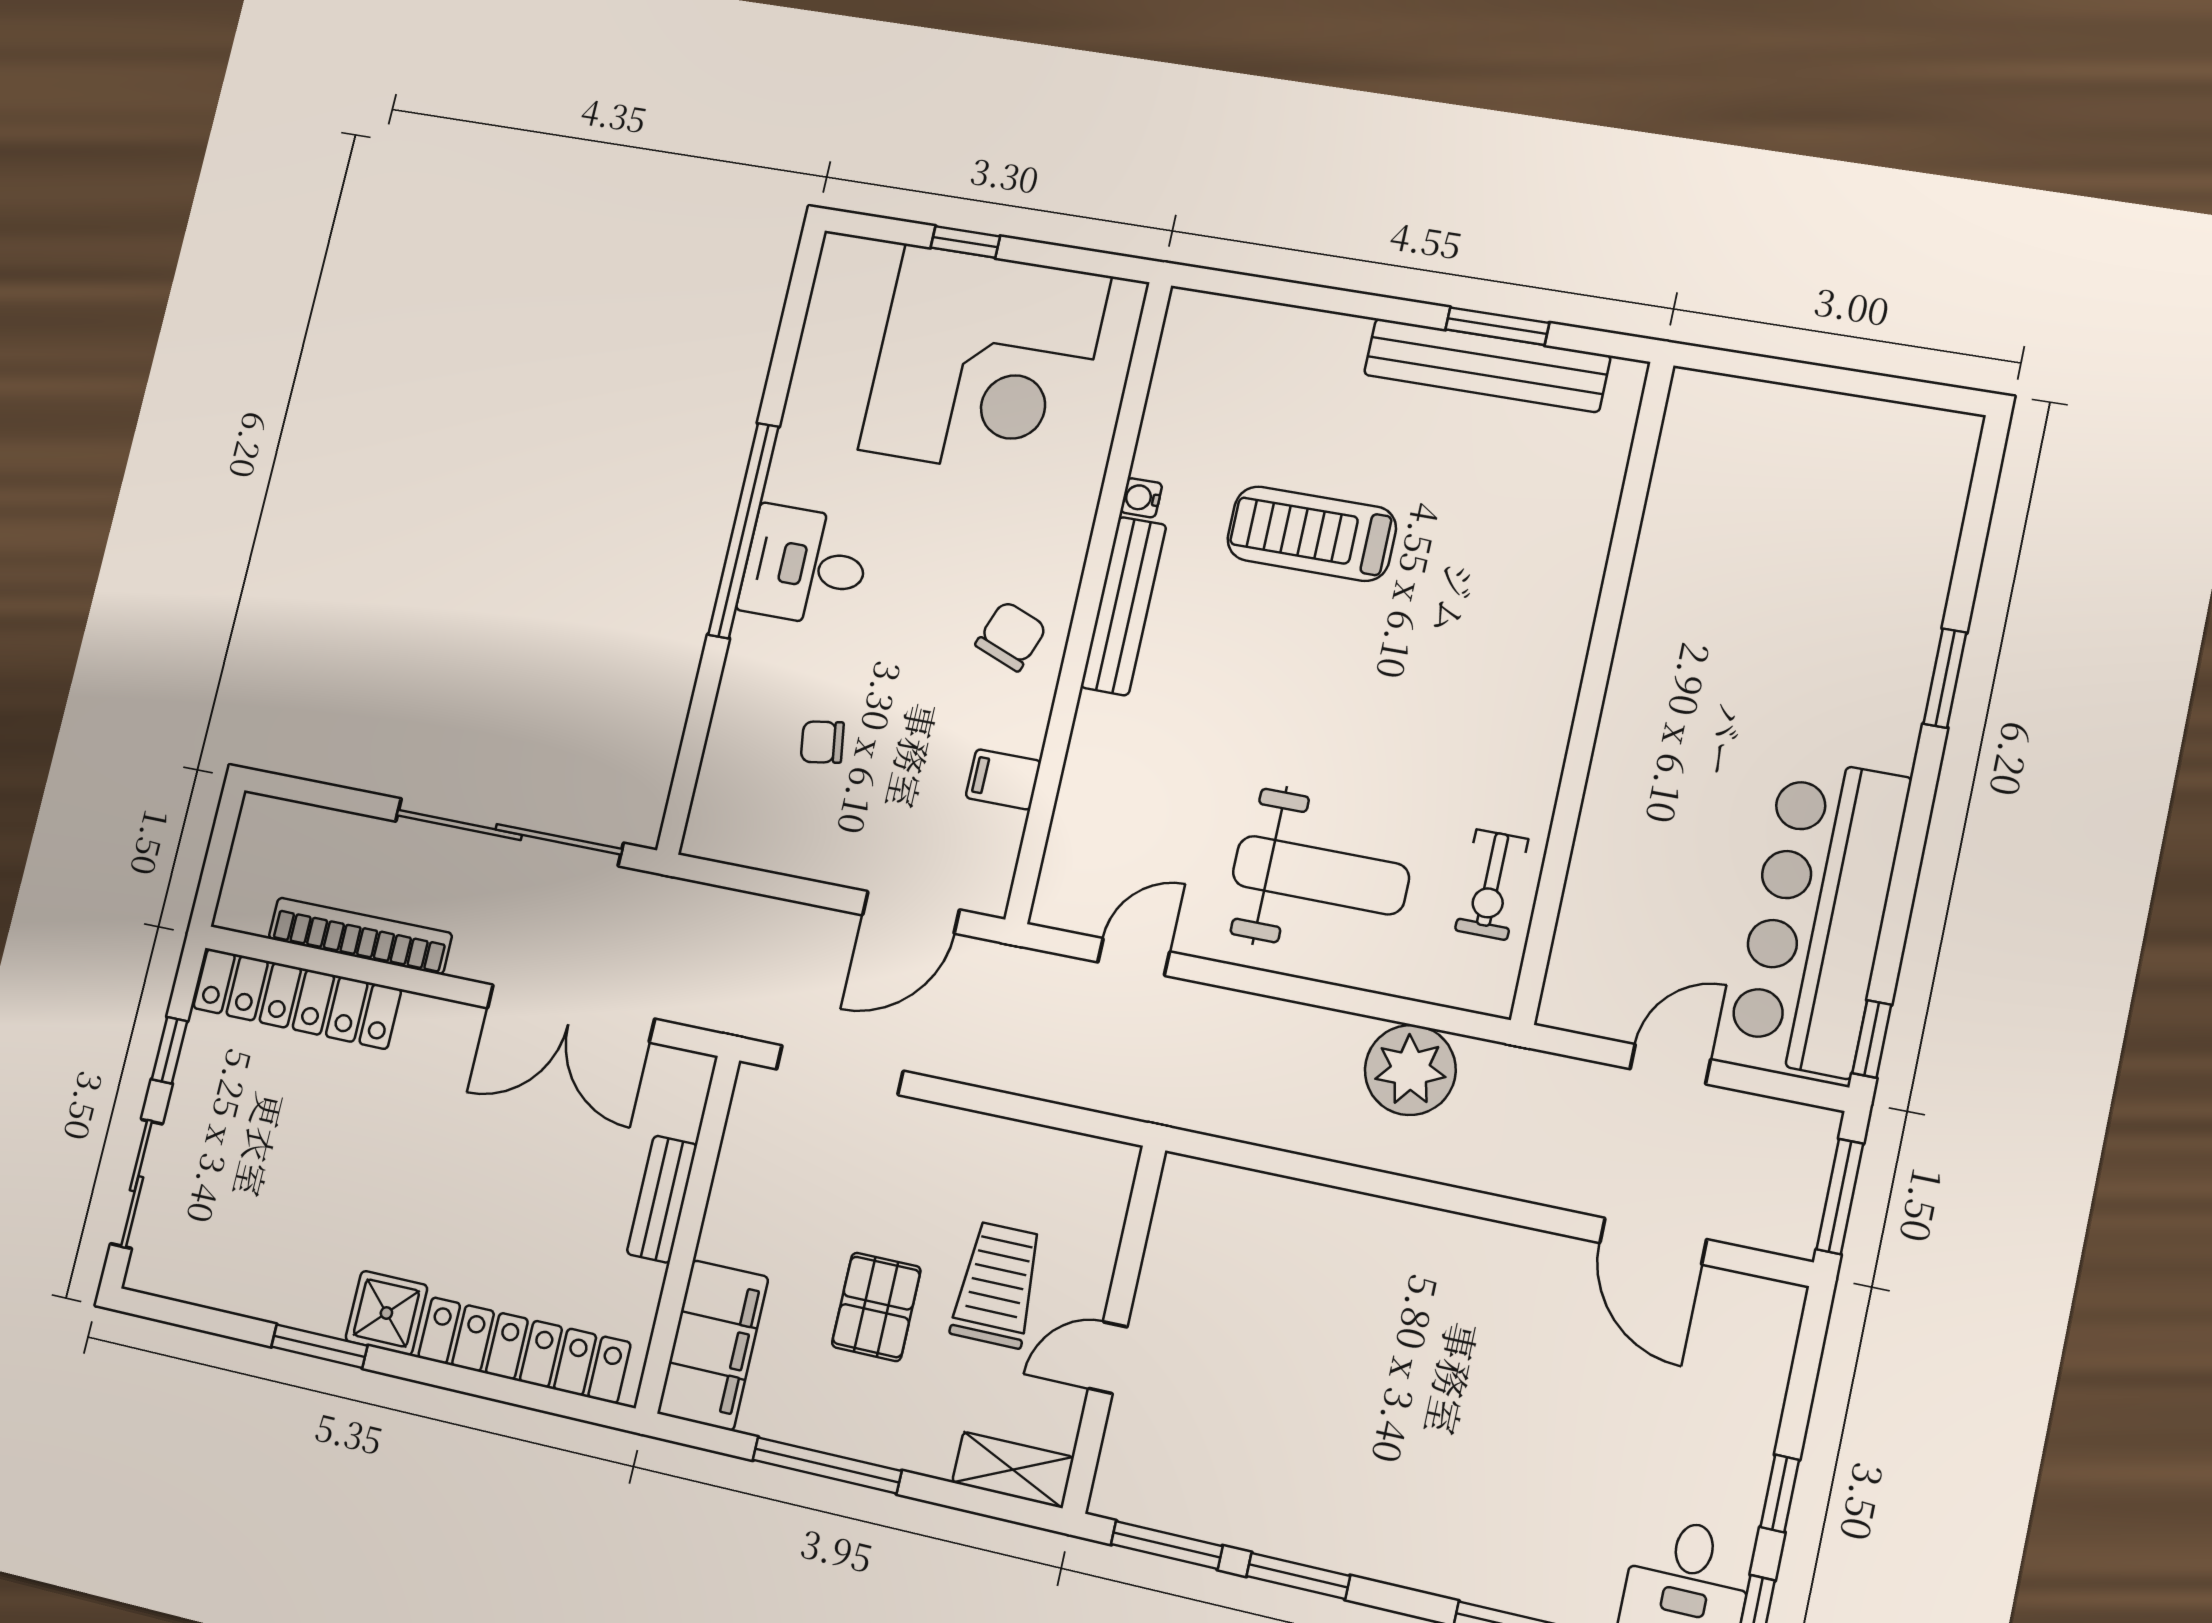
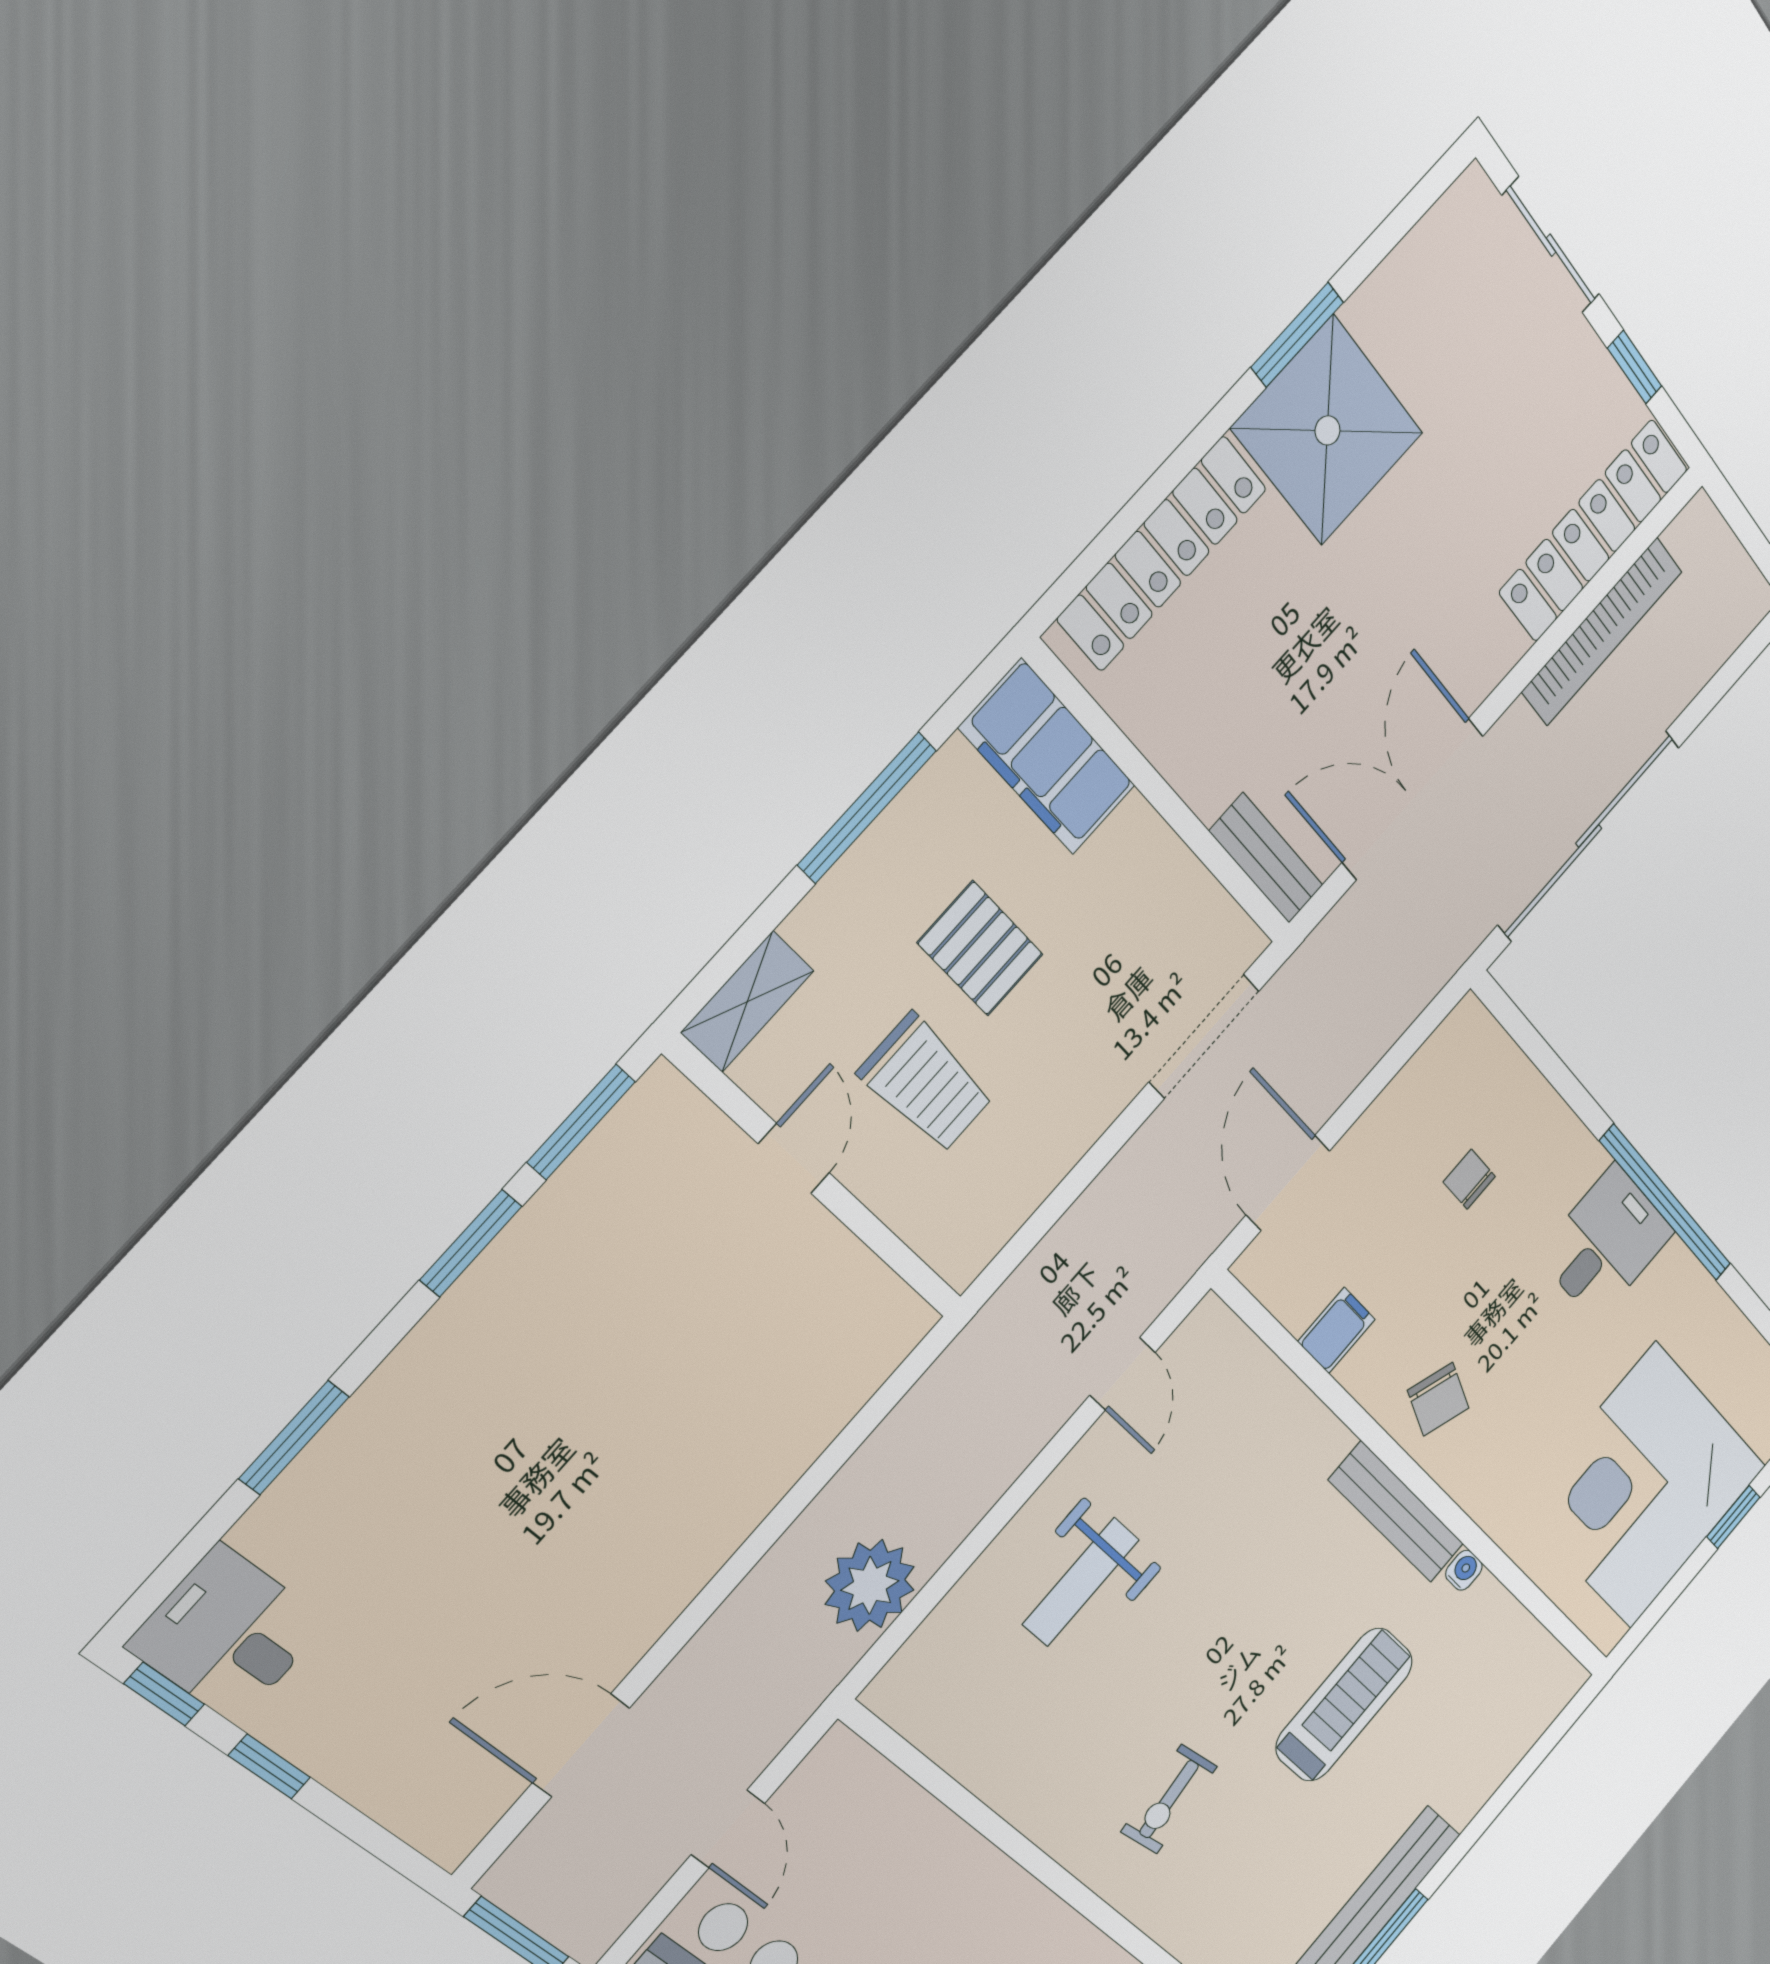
chair: (822, 742) -> (1469, 1179), turned -81
weight bench: (1321, 875) -> (1081, 1582), width x0.73, depth x0.75
exercise bike: (1492, 885) -> (1169, 1799), moved, turned -97
bench: (662, 1199) -> (1266, 858), moved
shower: (386, 1313) -> (1328, 430), width x1.86, depth x1.86

